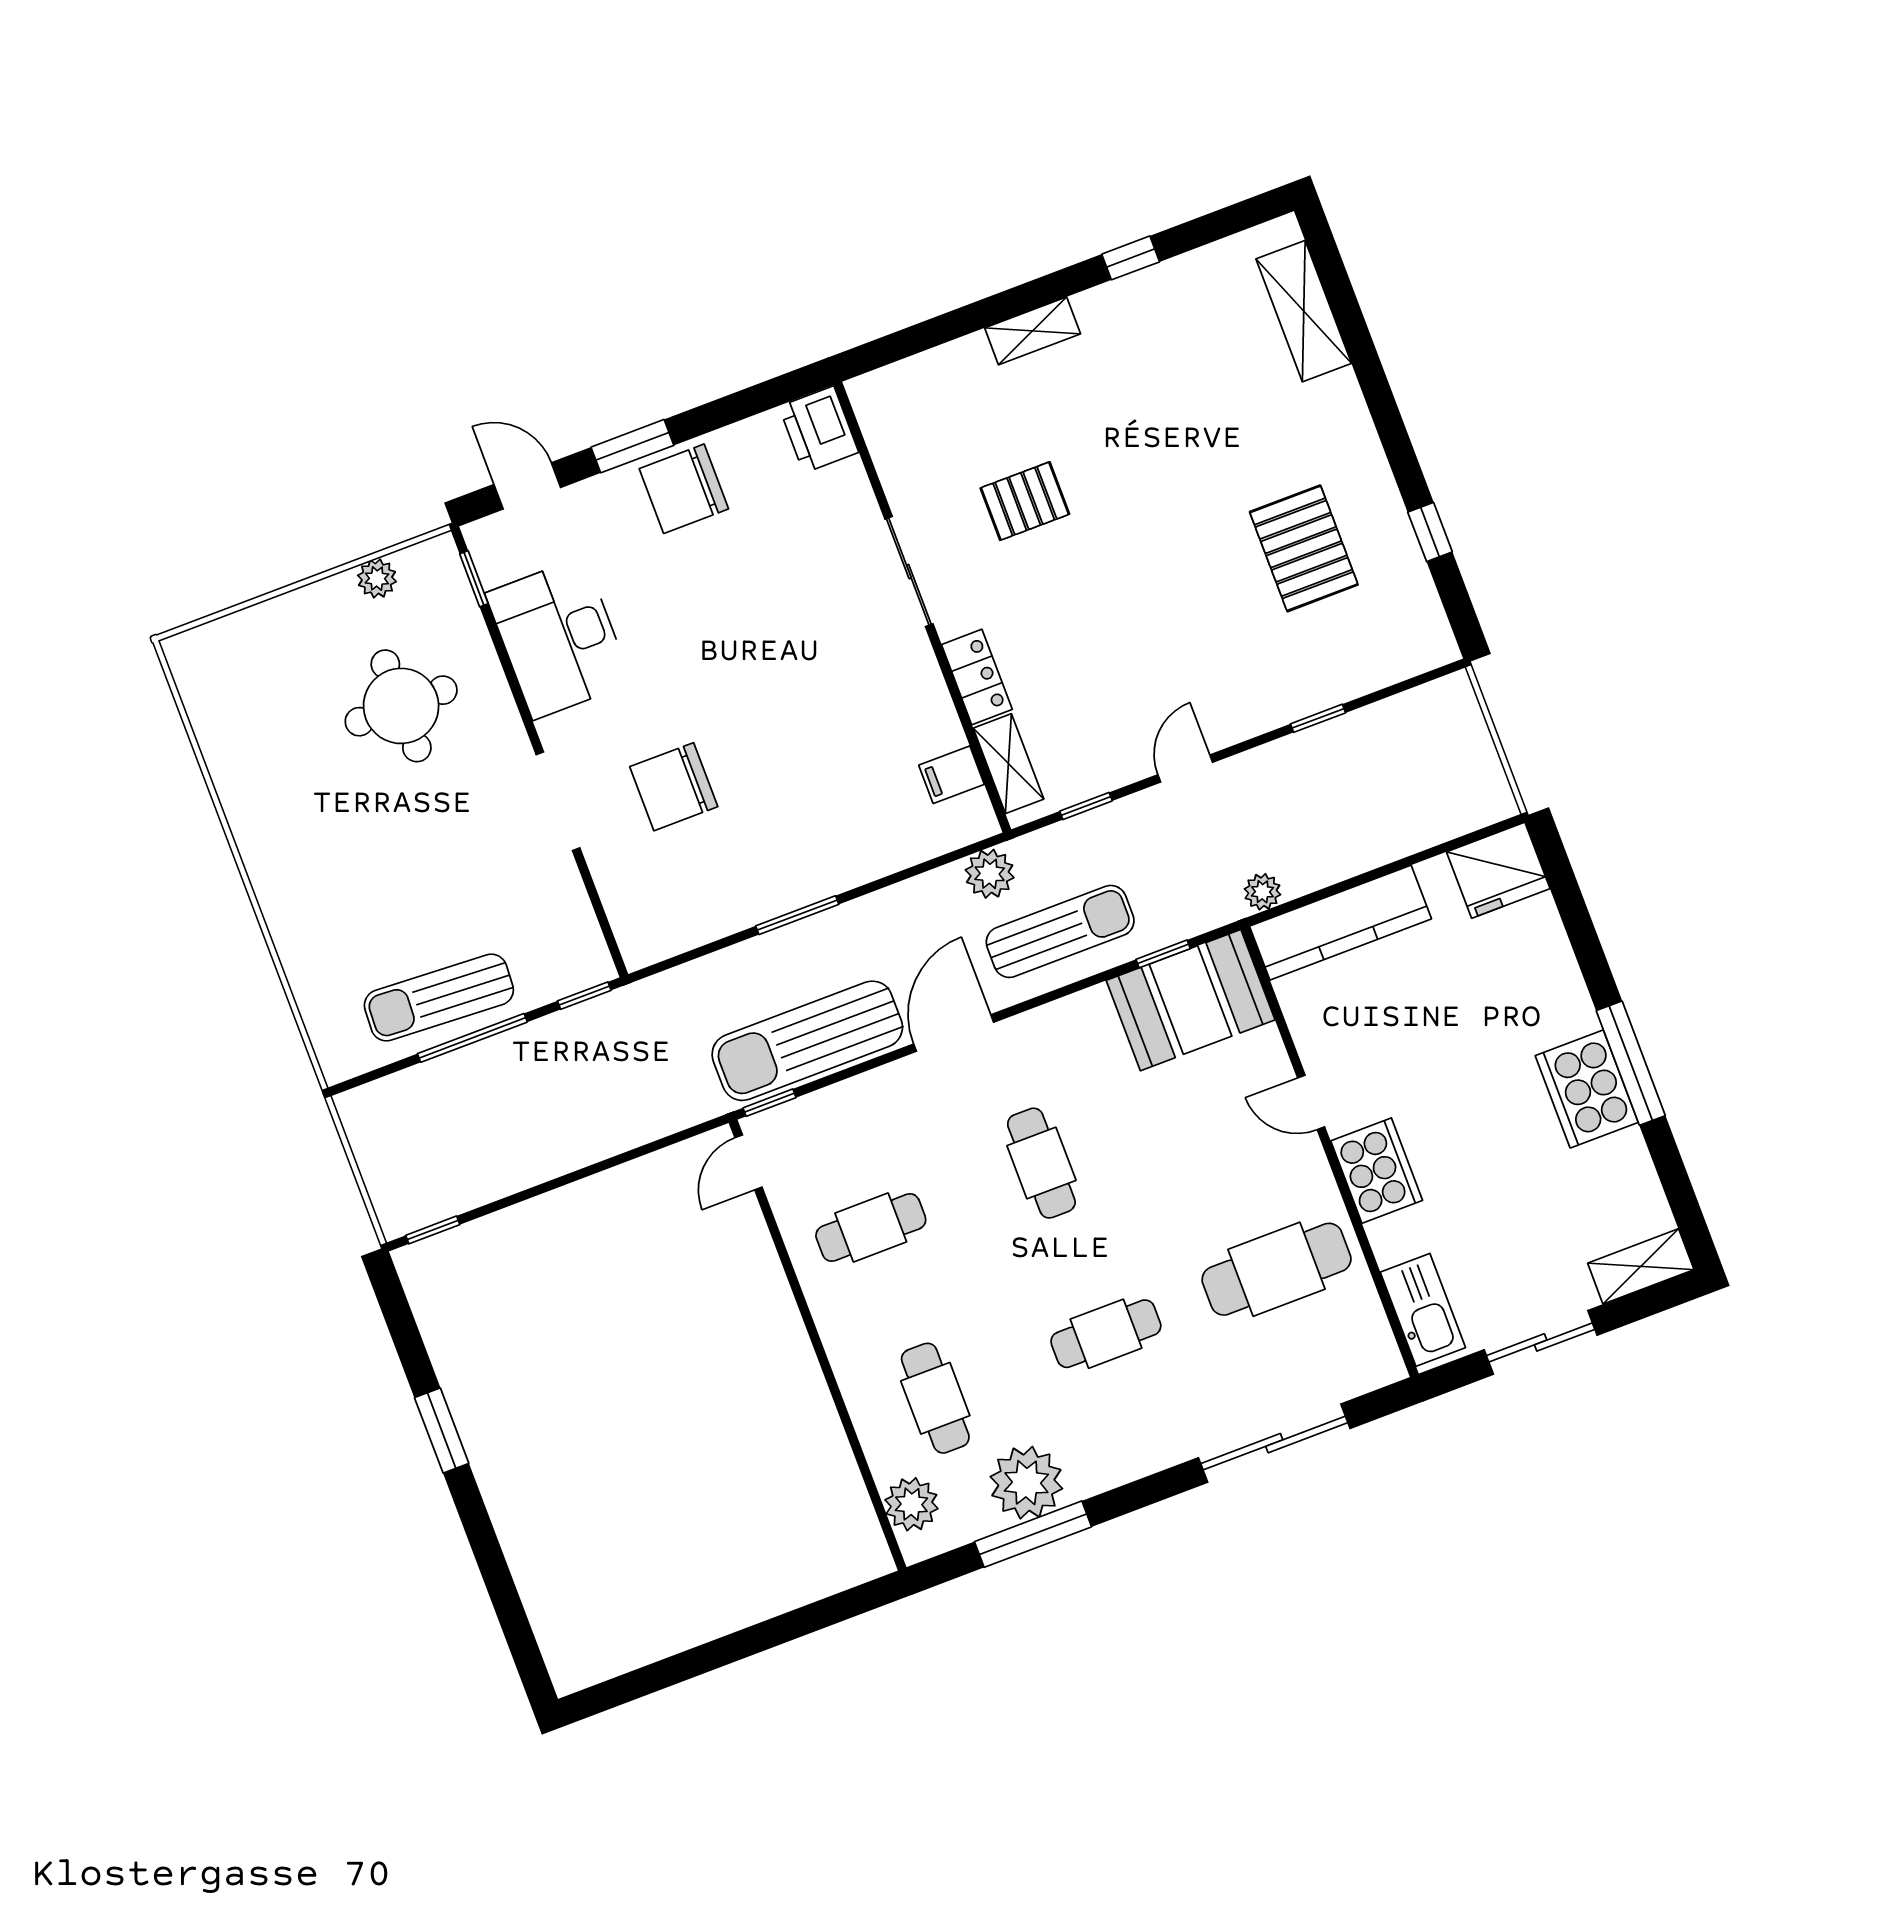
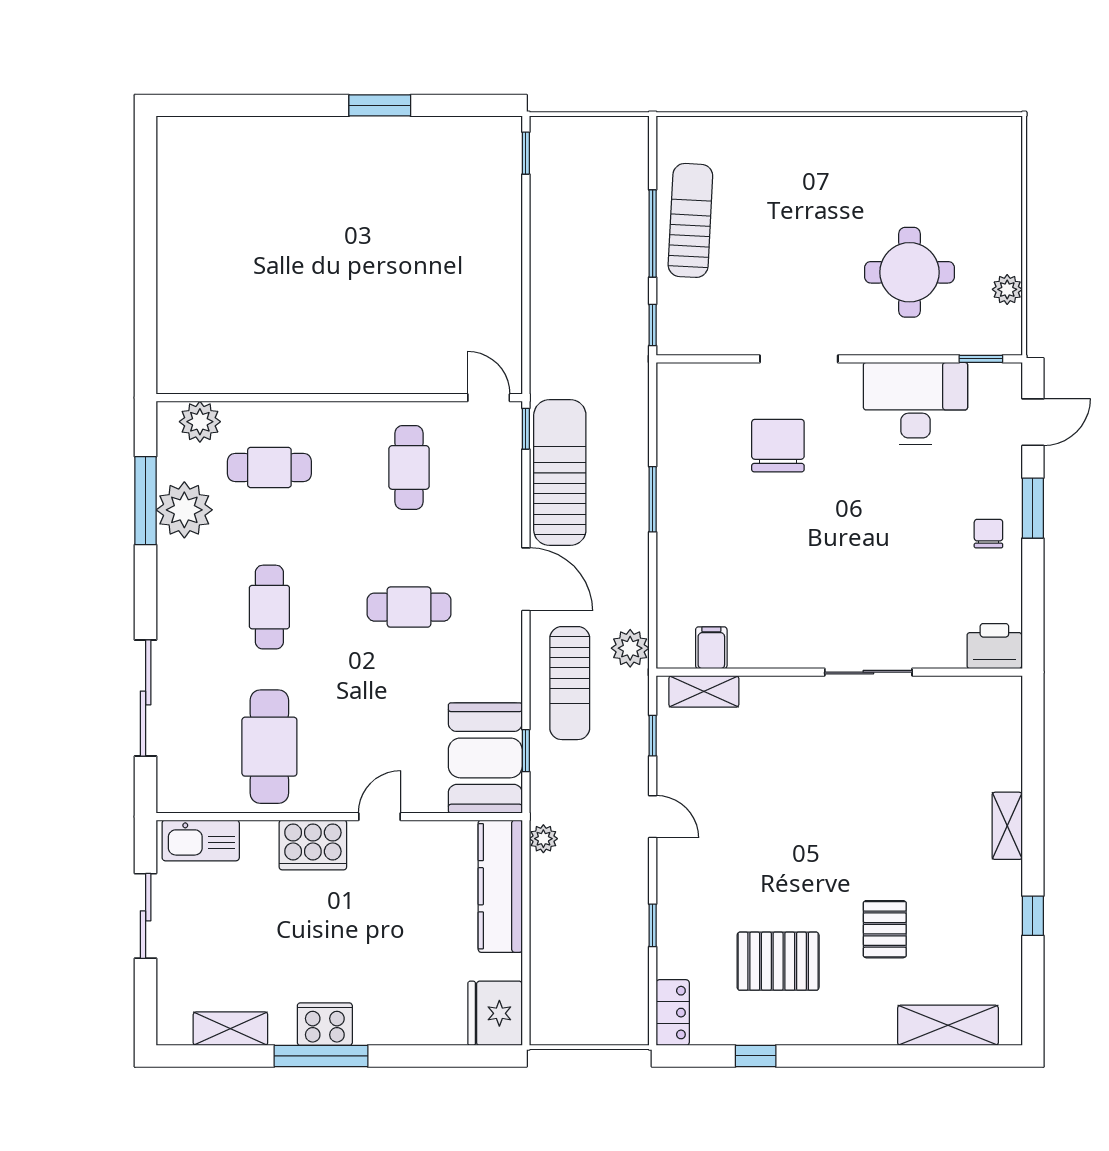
chair: (684, 489) -> (988, 534), width x0.54, depth x0.54
pallet: (1025, 501) -> (885, 929), moved
locker: (977, 677) -> (673, 1013), moved, turned -90
cooker: (1587, 1089) -> (325, 1024), width x0.73, depth x0.76
shelving: (1641, 1266) -> (230, 1029), moved, turned 90

